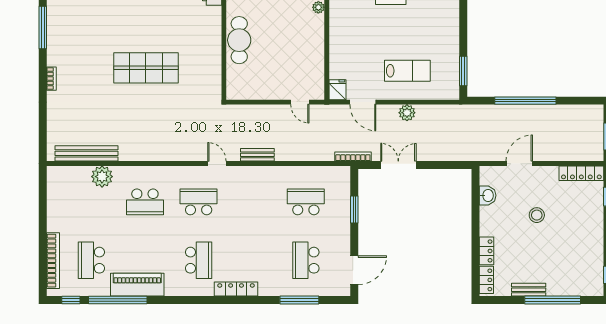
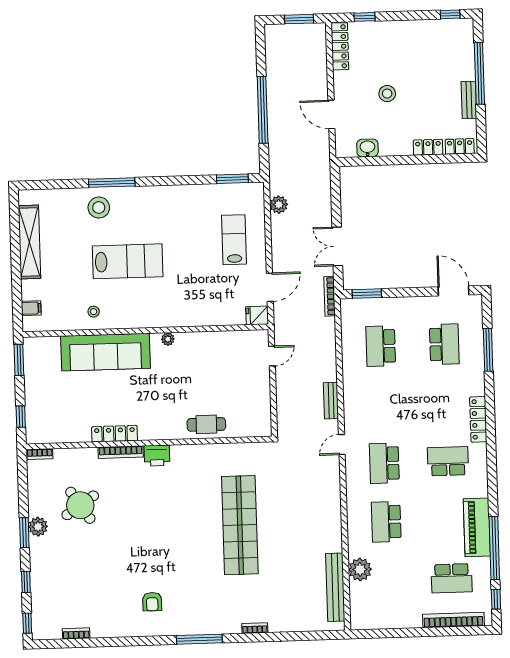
cafe table: (239, 40) -> (206, 424), width x0.73, depth x0.74
shop shelf: (146, 68) -> (240, 525), width x1.40
plant: (407, 113) -> (279, 205), moved
school desk: (145, 202) -> (386, 522), turned 180
window: (354, 210) -> (367, 294), moved
school desk: (306, 260) -> (444, 344), turned -90

